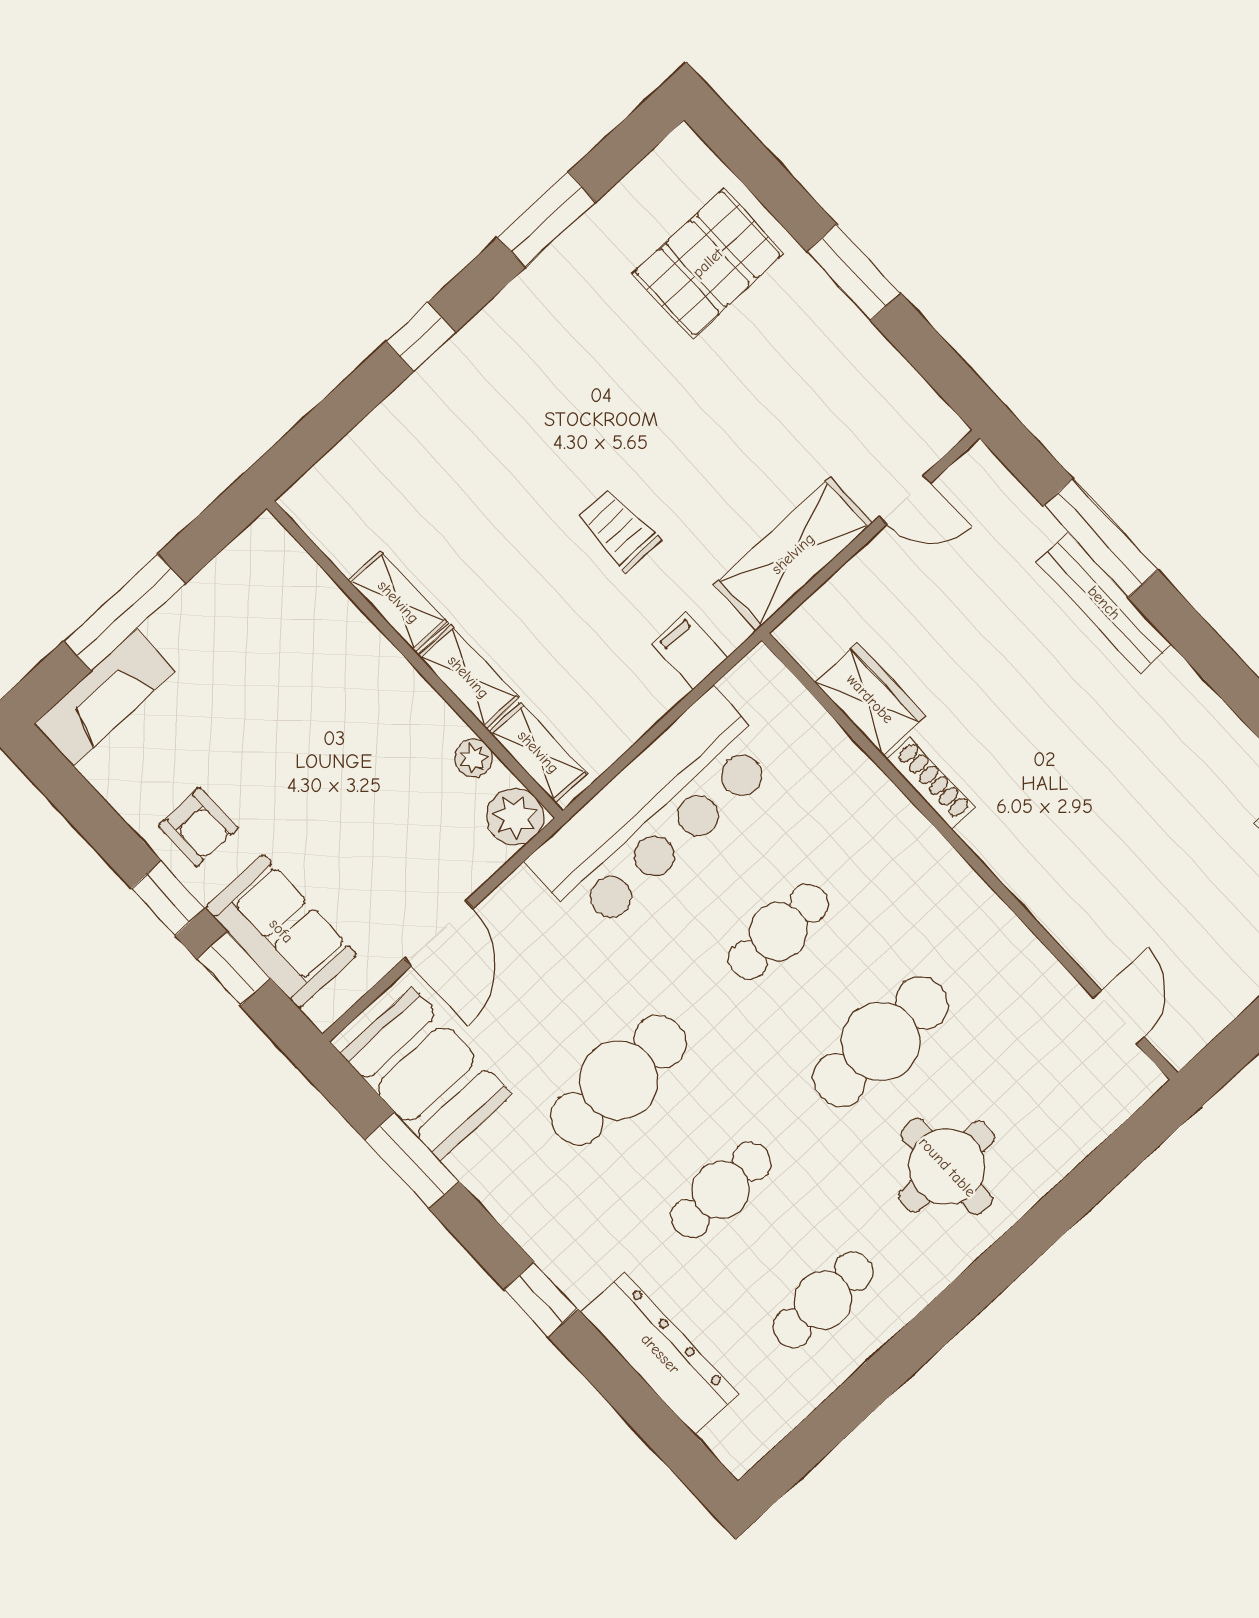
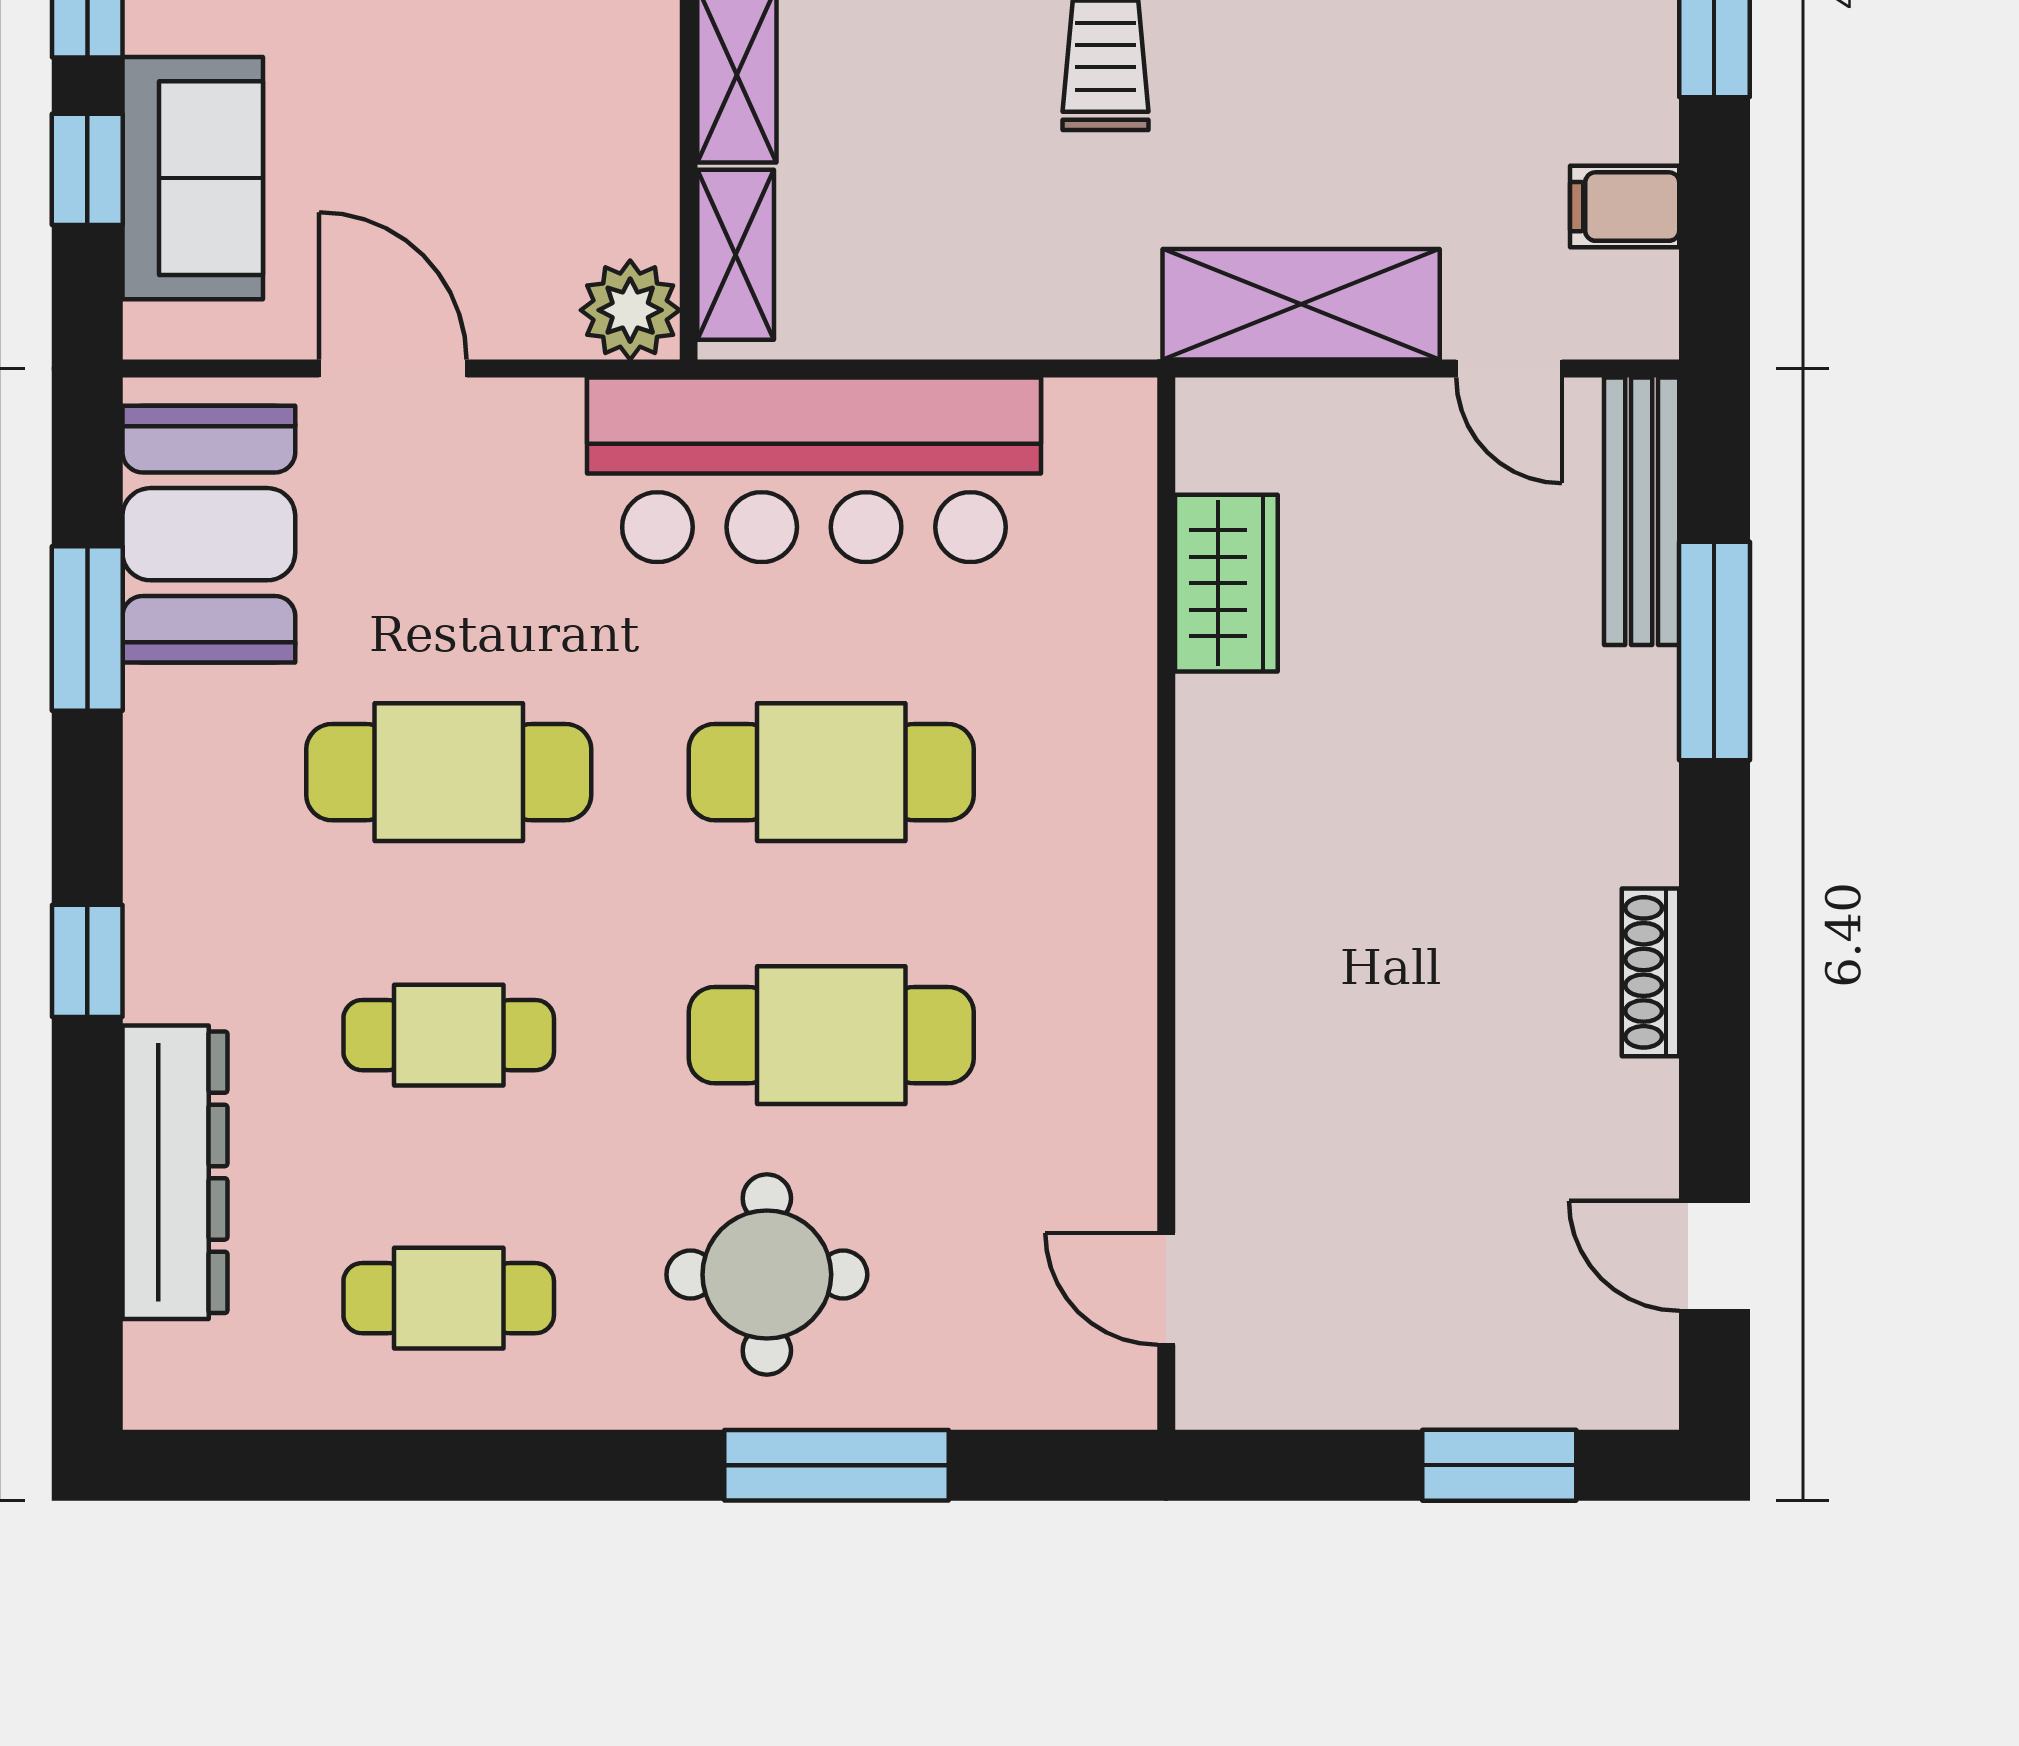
bench: (1104, 603) -> (1642, 511), moved
filing cabinet: (690, 650) -> (1625, 207), moved, turned -90
plant: (474, 758) -> (647, 185), removed
shoe rack: (930, 783) -> (1650, 972), moved, turned 180
cafe table: (778, 932) -> (831, 772), width x1.37, depth x1.35
door: (439, 933) -> (393, 369), swing flipped
door: (1119, 1017) -> (1166, 1289), swing flipped
window: (1050, 1219) -> (837, 1465), added

